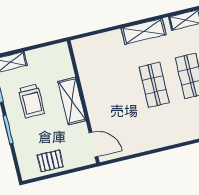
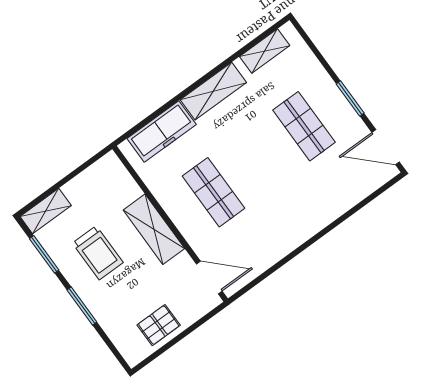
freezer: (102, 43) -> (162, 131), added
shop shelf: (154, 85) -> (213, 192), moved

